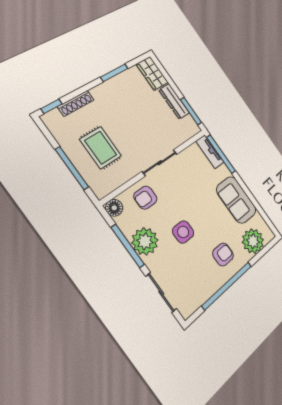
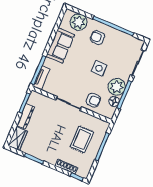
floor lamp: (114, 208) -> (114, 101), moved

